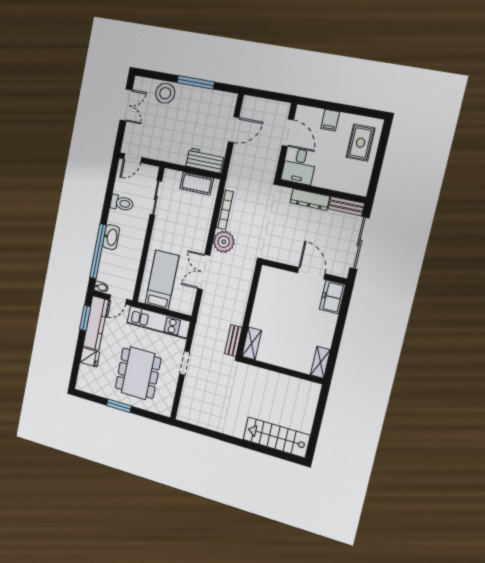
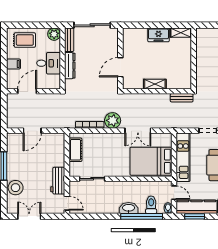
door: (234, 130) -> (32, 131), swing flipped
workbench: (205, 160) -> (58, 181), moved
desk: (299, 166) -> (49, 63), moved
plant: (359, 186) -> (54, 34), added
toilet: (122, 203) -> (151, 205), moved
door: (311, 273) -> (120, 67), moved
bed: (162, 280) -> (151, 161), width x1.50
freezer: (332, 297) -> (158, 35), moved
shelving: (252, 343) -> (155, 84), moved

